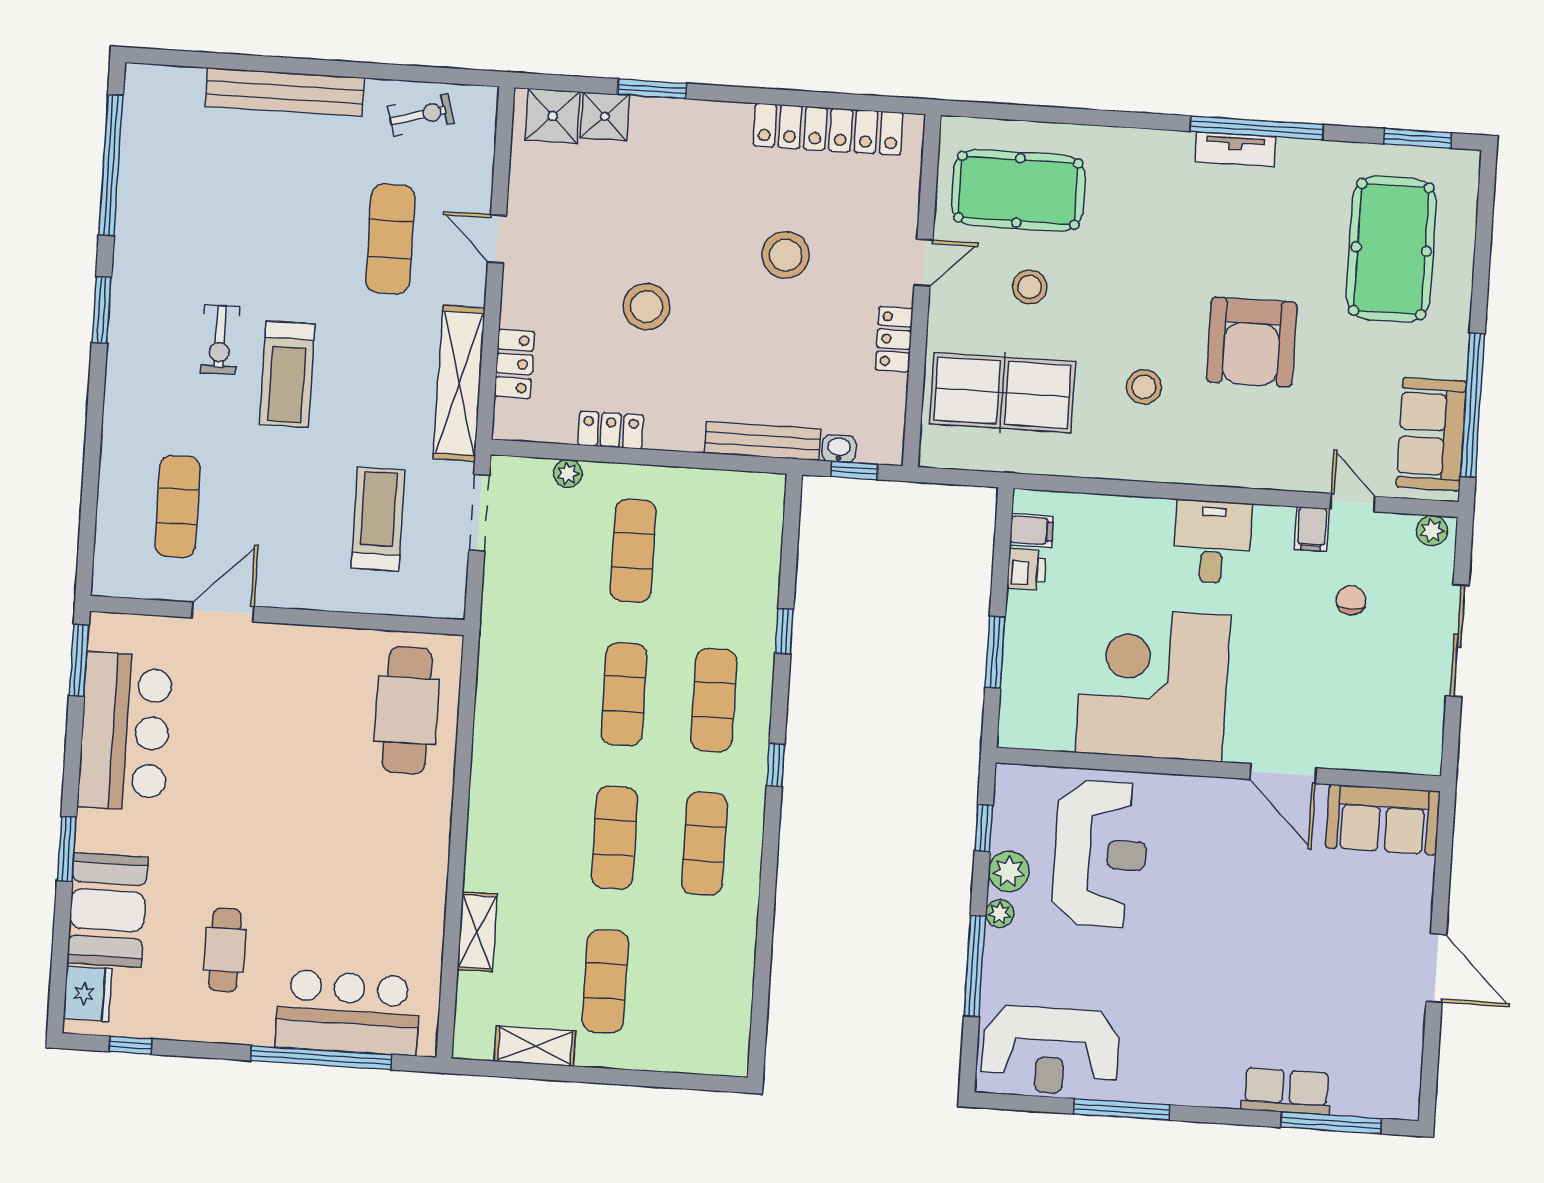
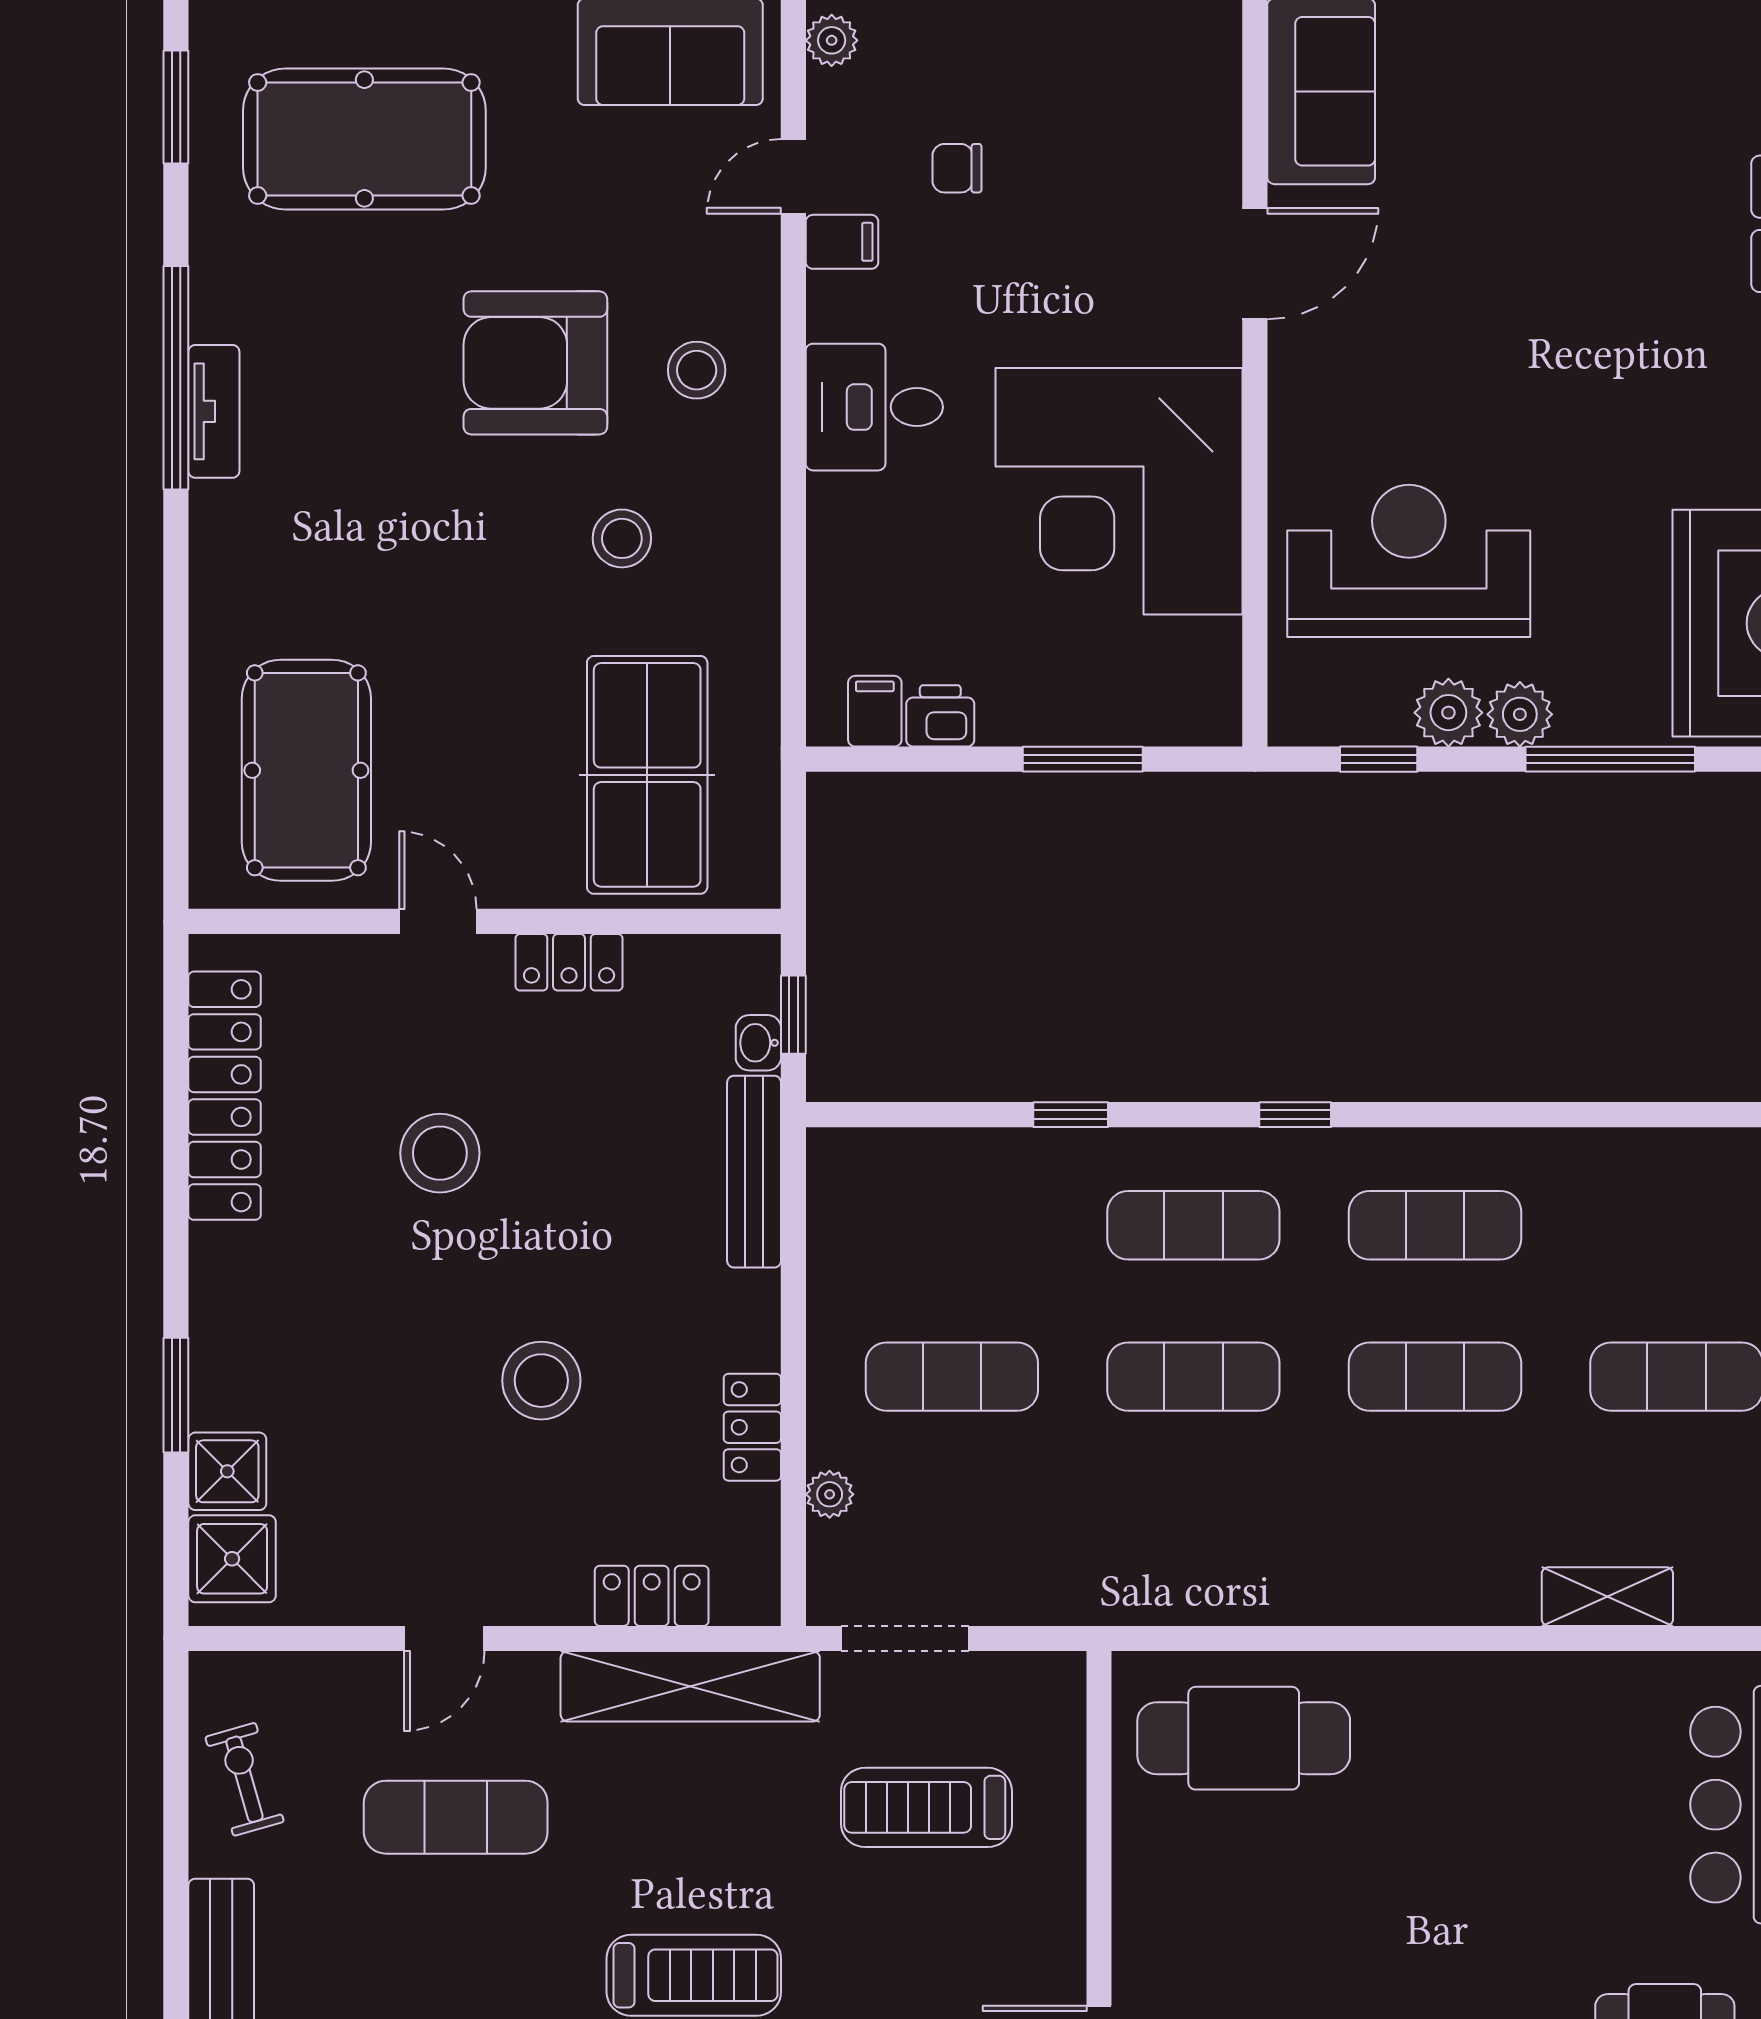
stool: (1030, 287) -> (697, 370), moved
armchair: (1252, 342) -> (535, 363), turned 180
plant: (1000, 913) -> (1520, 714), width x1.38, depth x1.38

